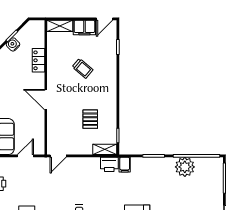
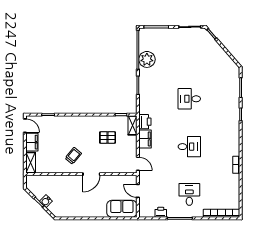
locker: (39, 60) -> (59, 180), removed
trolley: (82, 68) -> (73, 156), moved
filing cabinet: (125, 165) -> (145, 139), moved, width x2.00

